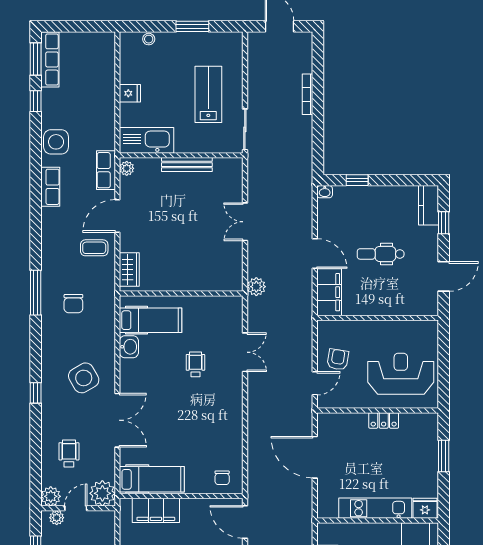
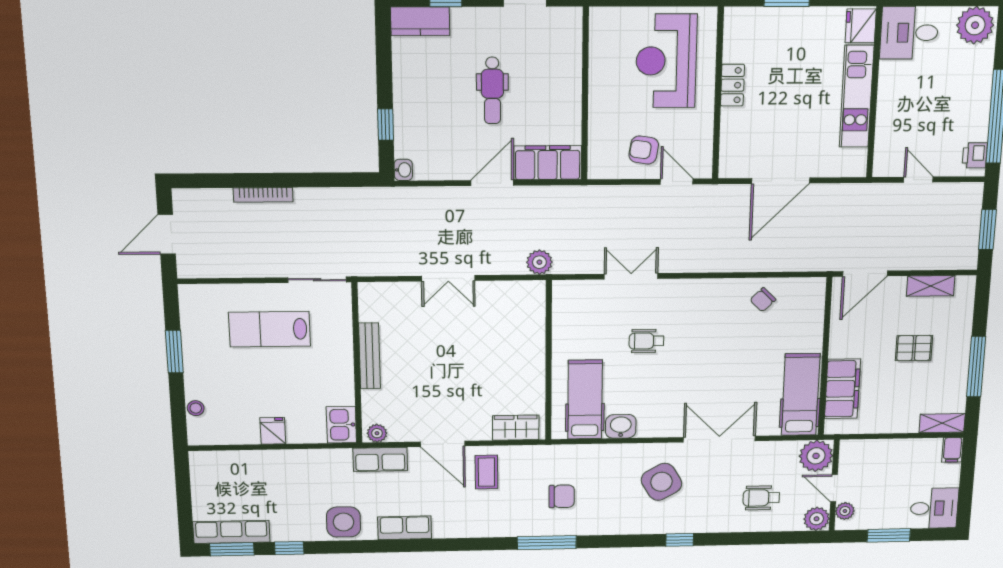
kitchen sink: (147, 140) -> (341, 425), width x0.53, depth x0.81
chair: (222, 478) -> (763, 300), moved, turned 135

